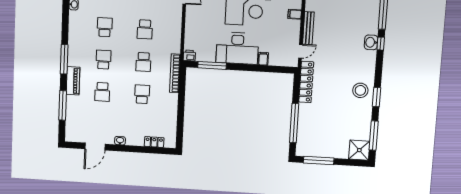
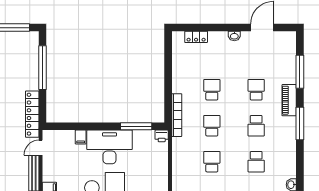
school desk: (142, 94) -> (212, 90), turned 180

